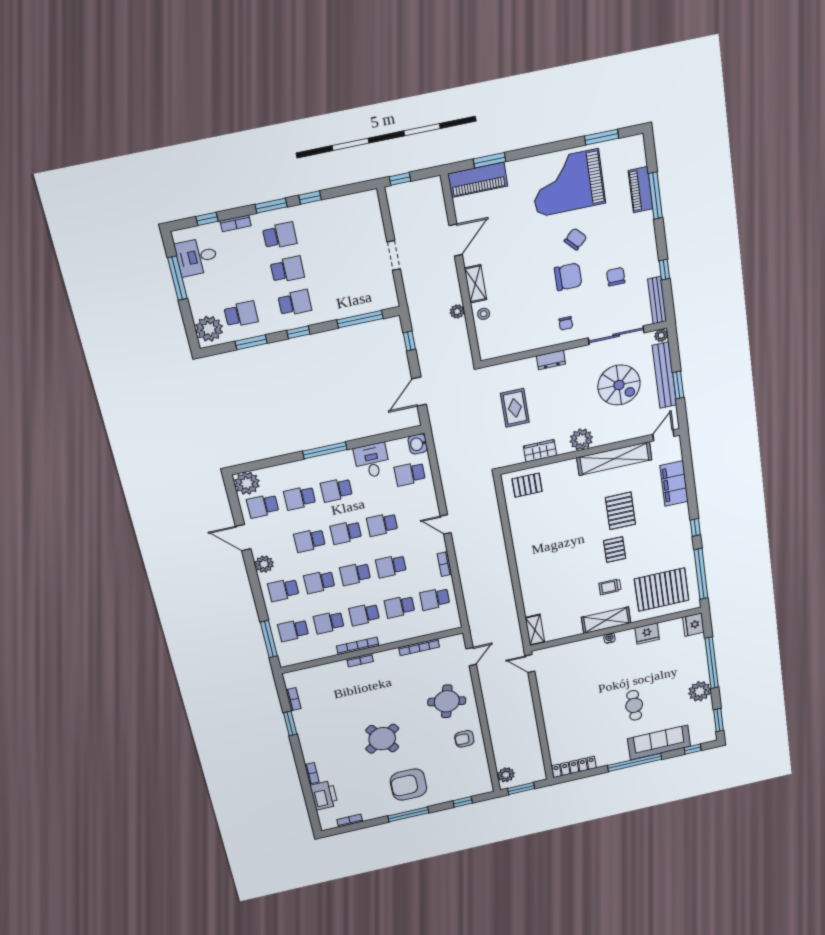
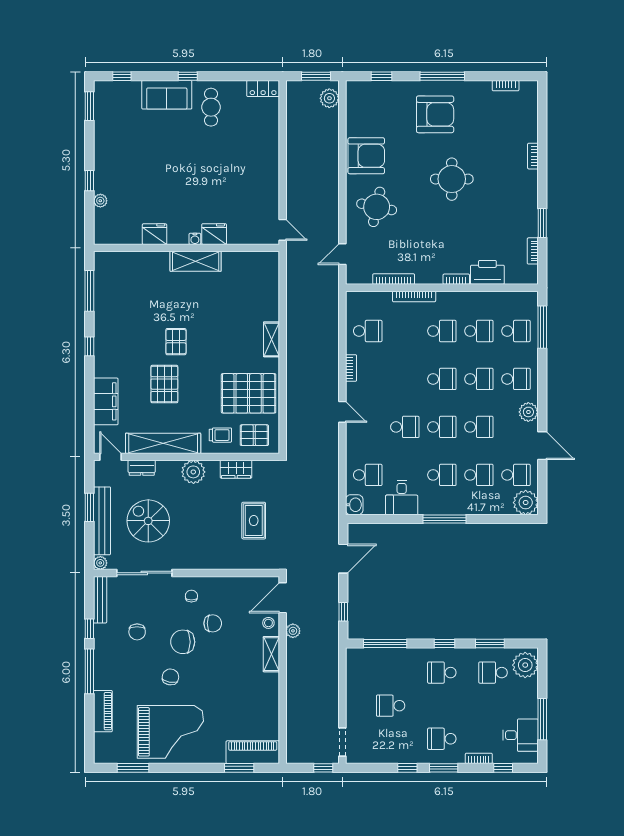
window: (655, 196) -> (89, 671), moved
chair: (575, 239) -> (170, 677), turned 144
door: (456, 240) -> (283, 598), moved
doorway: (394, 255) -> (342, 742), moved
school desk: (287, 270) -> (391, 706), moved
chair: (540, 301) -> (213, 623), added
dresser: (551, 360) -> (142, 468), moved, turned 180
door: (663, 435) -> (110, 457), swing flipped
school desk: (391, 566) -> (405, 379), removed
window: (701, 574) -> (89, 291), width x0.68
trolley: (610, 587) -> (220, 435), moved
pallet: (662, 590) -> (249, 393), moved
school desk: (400, 607) -> (405, 331), removed
fridge: (693, 625) -> (214, 234), moved, turned -90
shelving: (535, 630) -> (271, 339), moved
bookcase: (358, 646) -> (414, 296), moved
window: (712, 663) -> (89, 181), width x0.32
plant: (700, 691) -> (100, 201), moved, width x0.53, depth x0.53
cafe table: (634, 705) -> (211, 107), moved
round table: (382, 739) -> (452, 179), turned 34
armchair: (464, 739) -> (366, 156), width x1.88, depth x1.88
sofa: (659, 742) -> (167, 95), width x0.73
window: (635, 762) -> (188, 76), width x0.32
locker: (574, 767) -> (263, 89), width x0.66
printer: (324, 795) -> (487, 272), moved, turned 90

